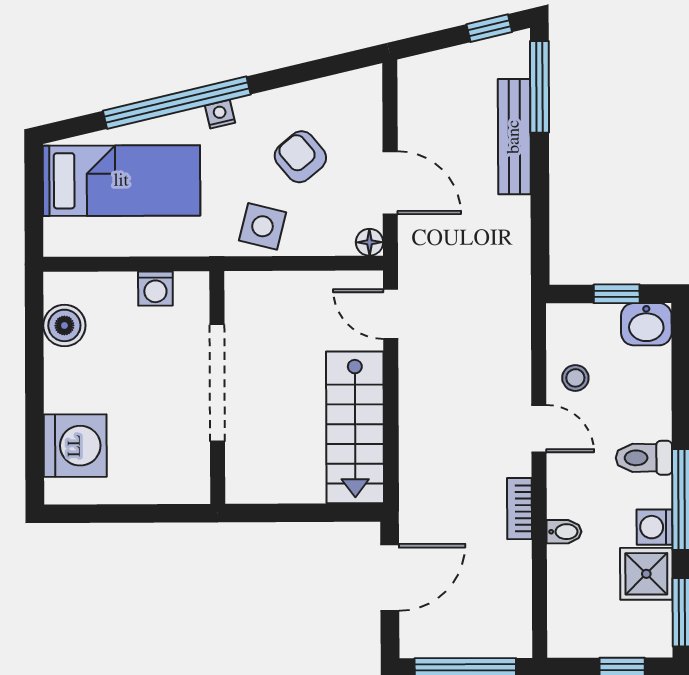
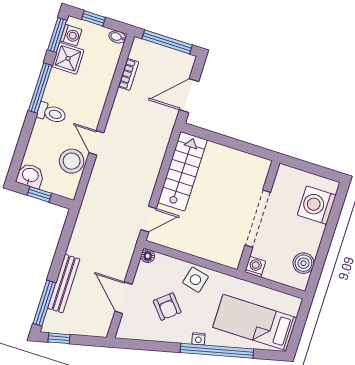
door: (390, 183) -> (123, 298), moved
door: (391, 314) -> (149, 219), hinge flipped
stool: (575, 378) -> (72, 161), width x1.89, depth x1.89
doorway: (217, 383) -> (258, 219), moved
wall: (217, 388) -> (258, 216), moved
bookcase: (519, 509) -> (128, 74), moved
washing machine: (654, 527) -> (71, 35), moved
bidet: (564, 532) -> (117, 37), moved

